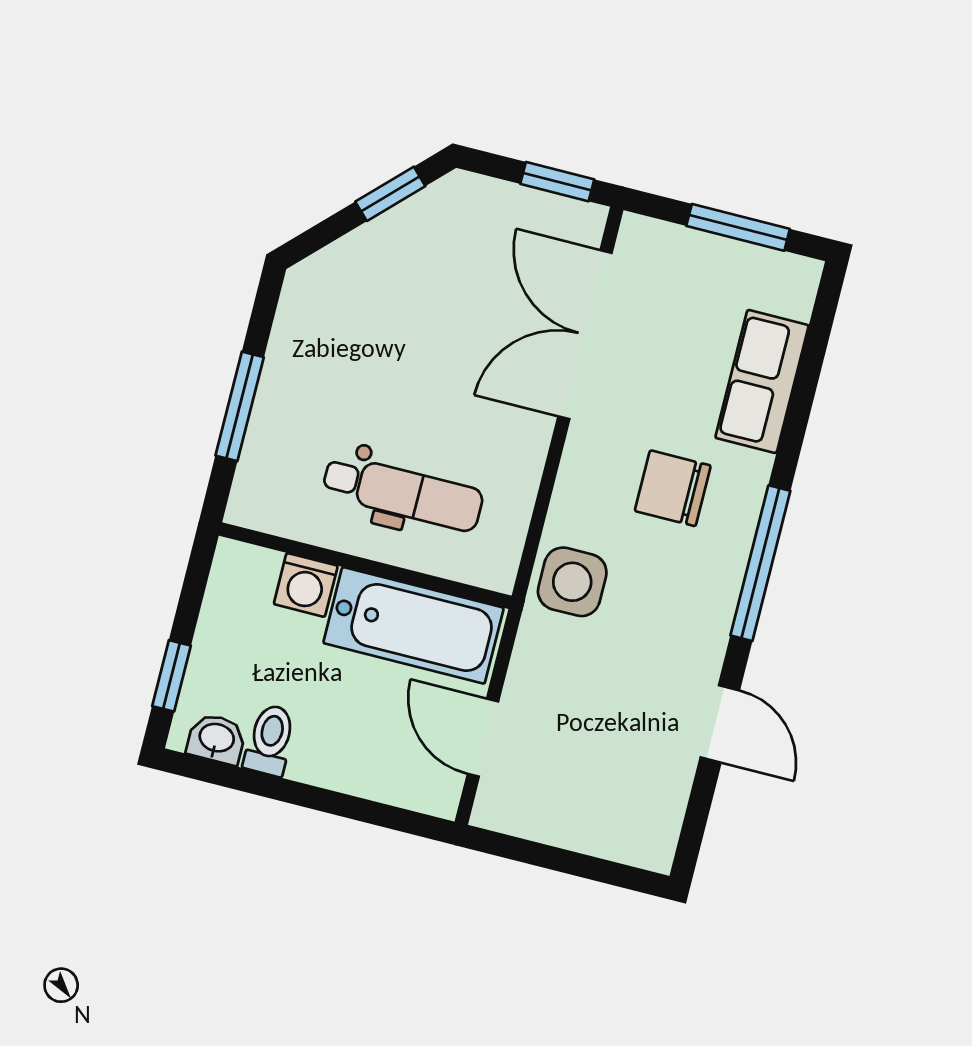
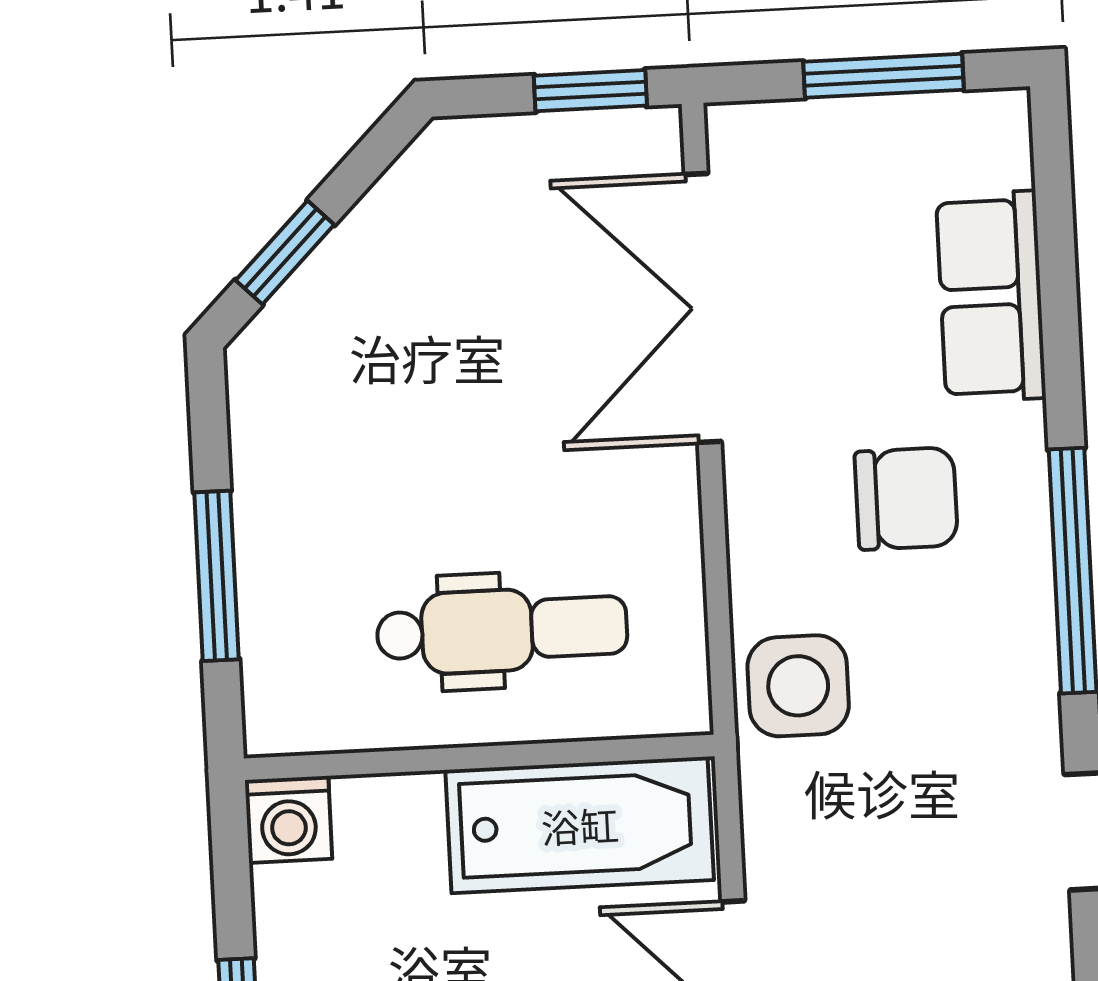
window: (390, 194) -> (285, 252), moved
chair: (673, 488) -> (906, 499), turned 180
washing machine: (306, 585) -> (289, 819), moved

